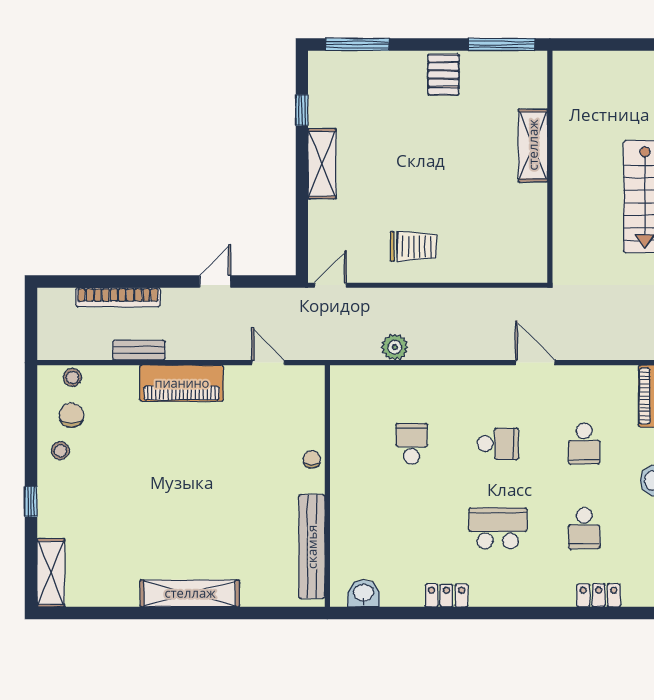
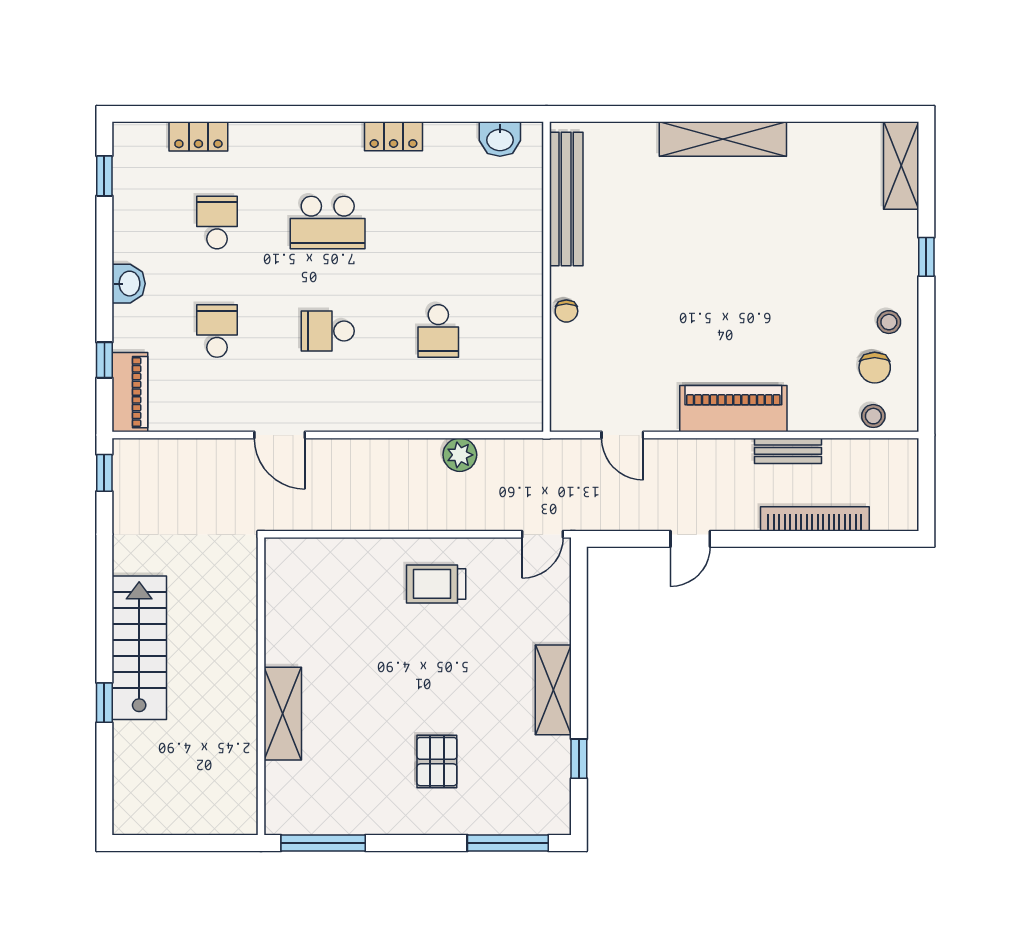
pallet: (443, 75) -> (437, 762), moved

